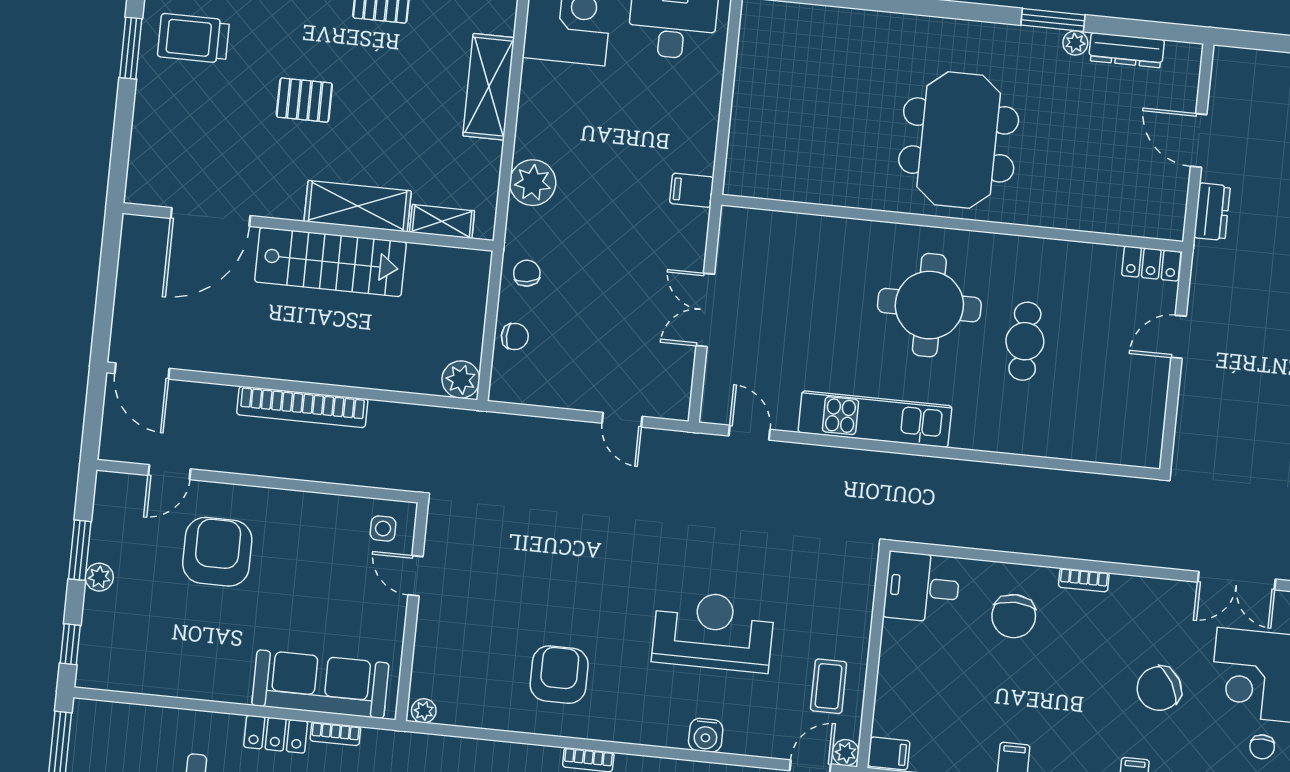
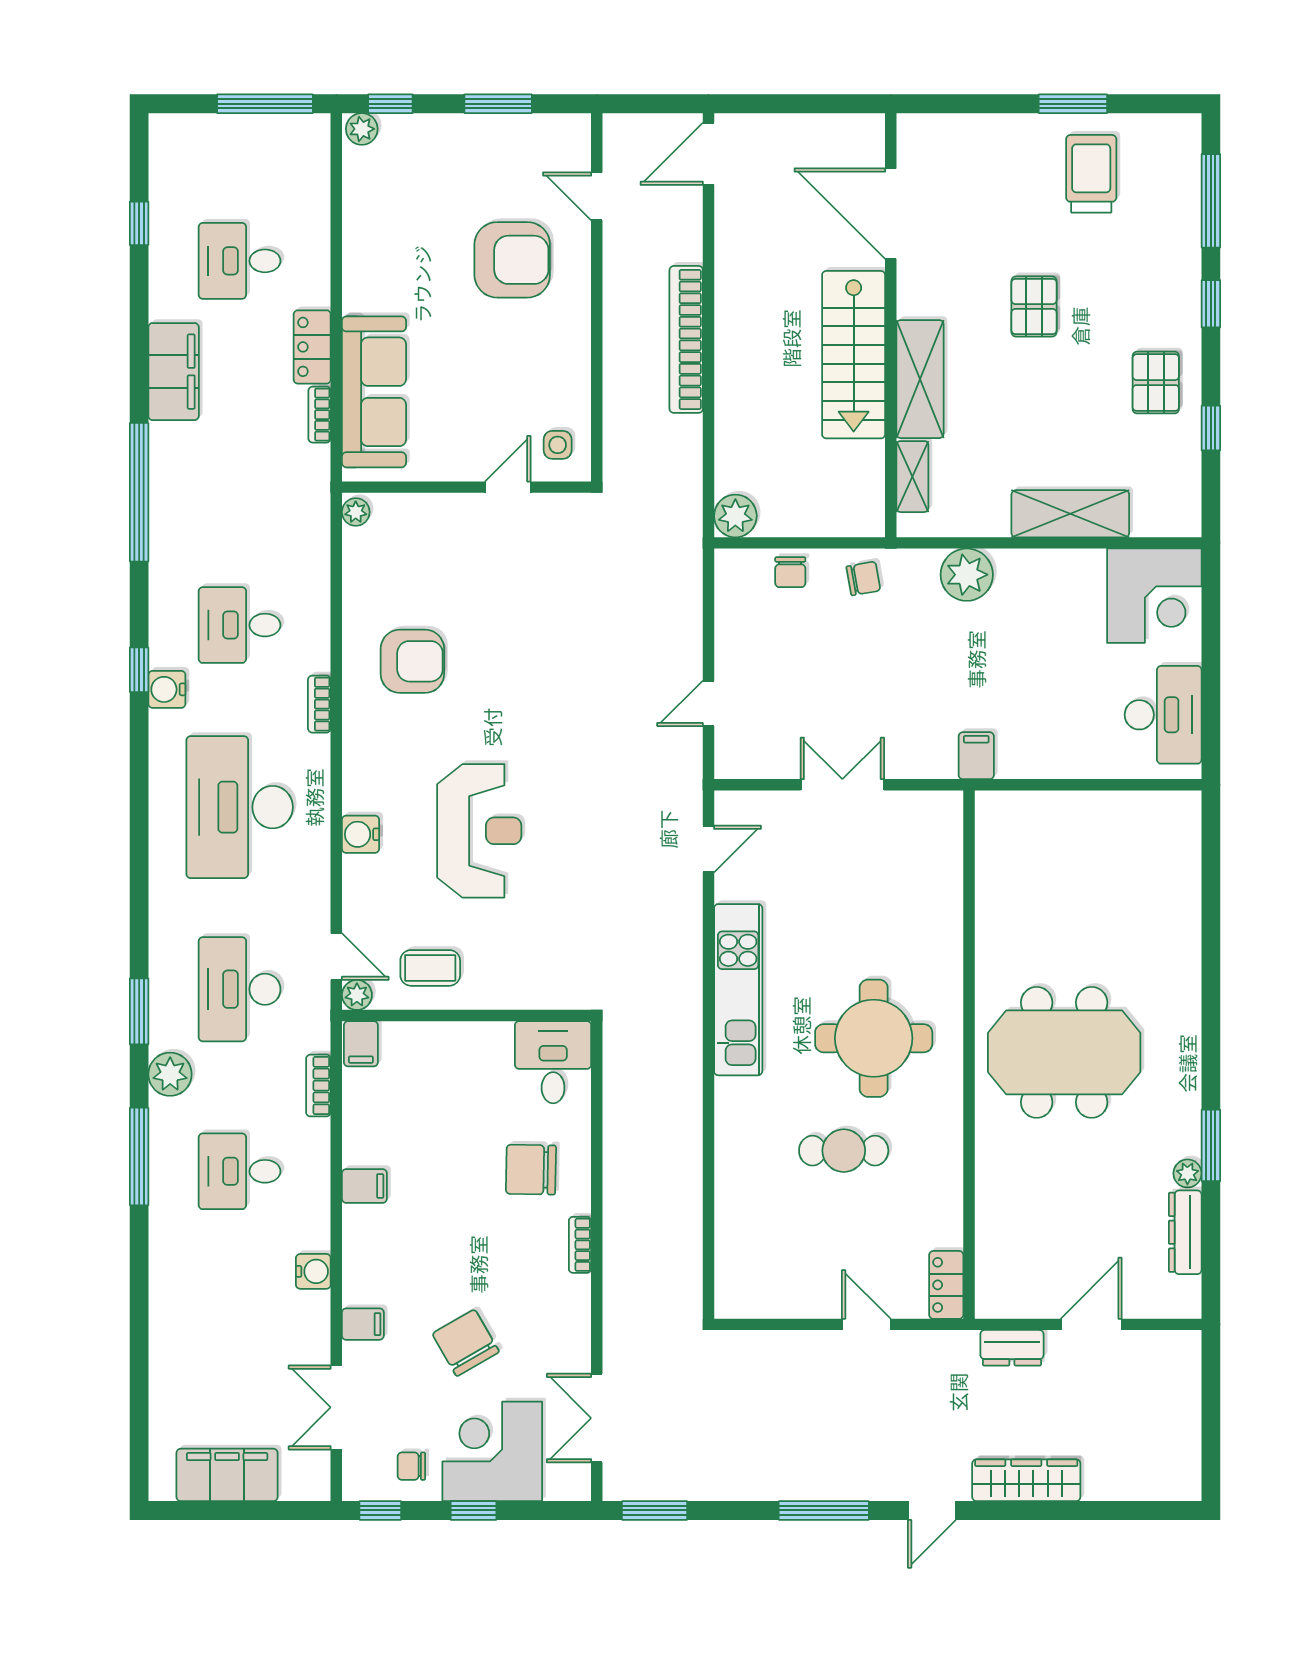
plant: (99, 577) -> (362, 129), moved

